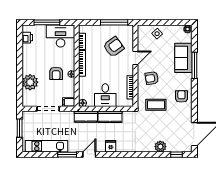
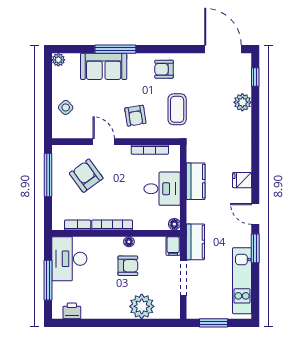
kitchen counter: (86, 117) -> (195, 242), moved

